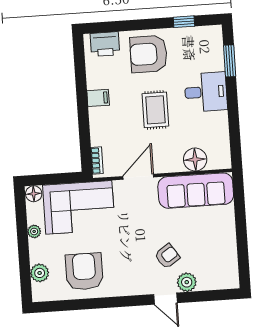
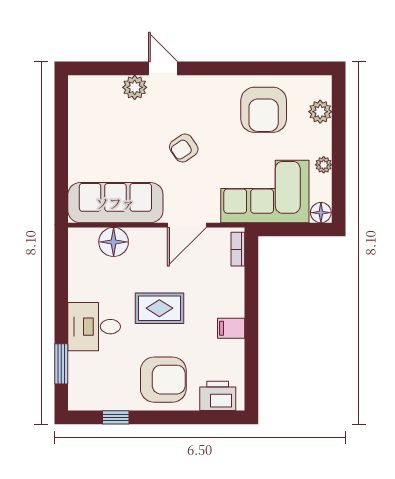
rug: (155, 110) -> (159, 308), turned 90
armchair: (167, 256) -> (184, 148), moved

